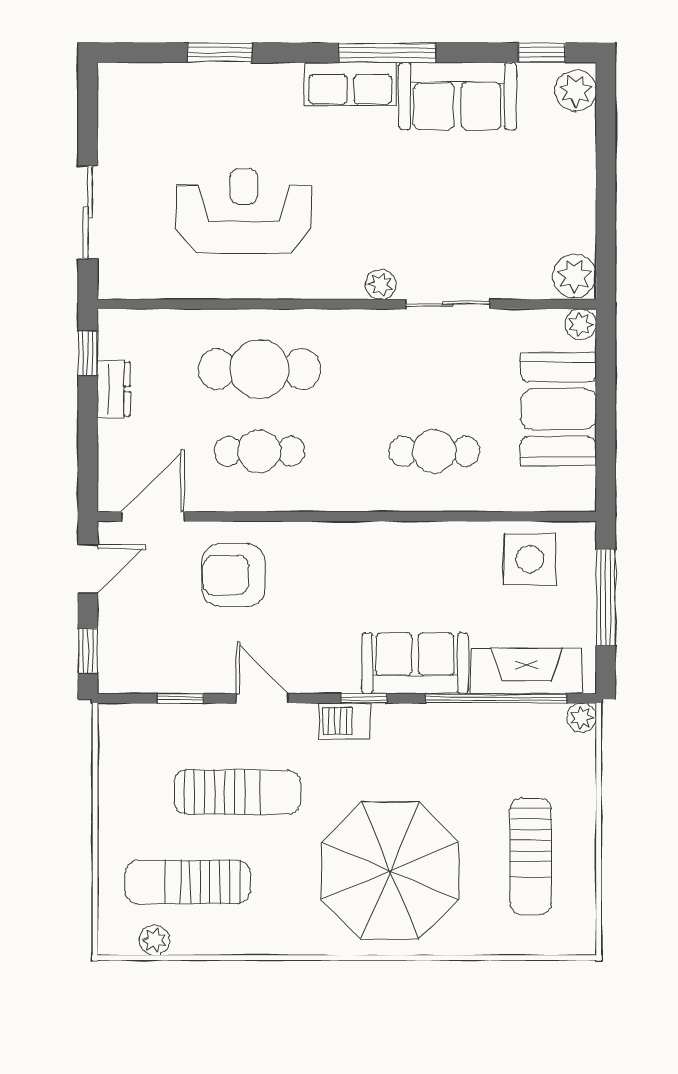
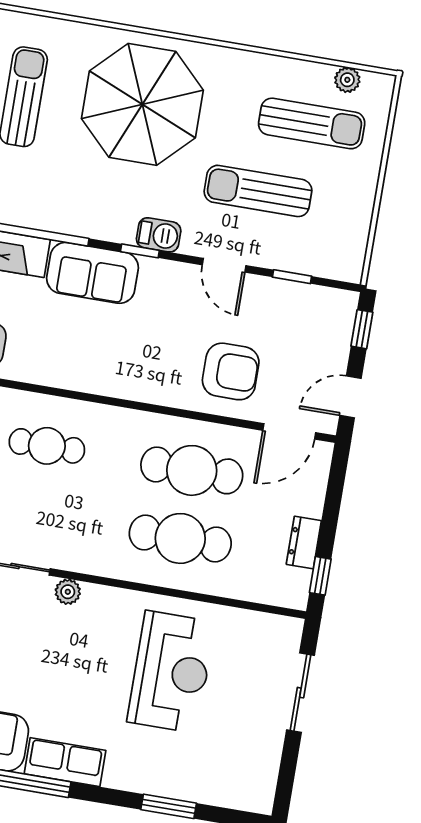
reception desk: (244, 211) -> (171, 672), turned -90
cafe table: (259, 451) -> (192, 470), width x1.37, depth x1.35

